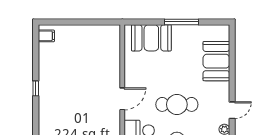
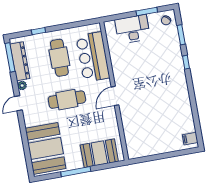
booth: (216, 61) -> (46, 148), width x1.36, depth x1.42
window: (36, 88) -> (186, 62), moved

